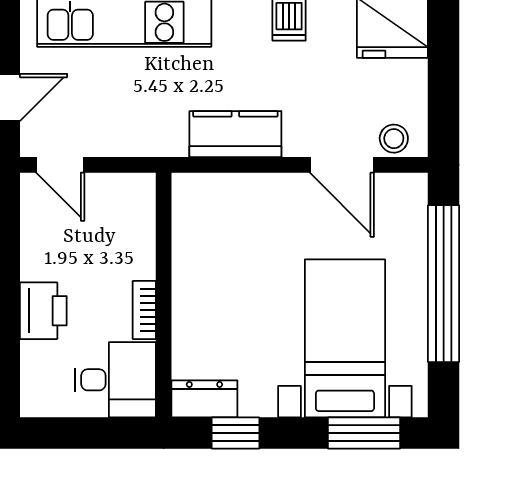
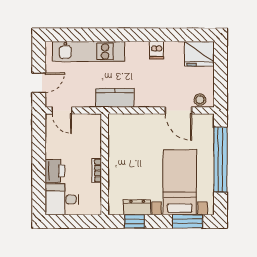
kitchen counter: (235, 134) -> (115, 98), moved
desk: (115, 380) -> (62, 199), moved, turned 180
dresser: (204, 399) -> (137, 207), moved

